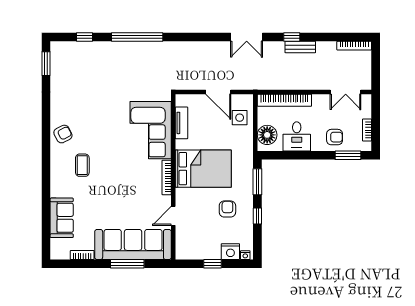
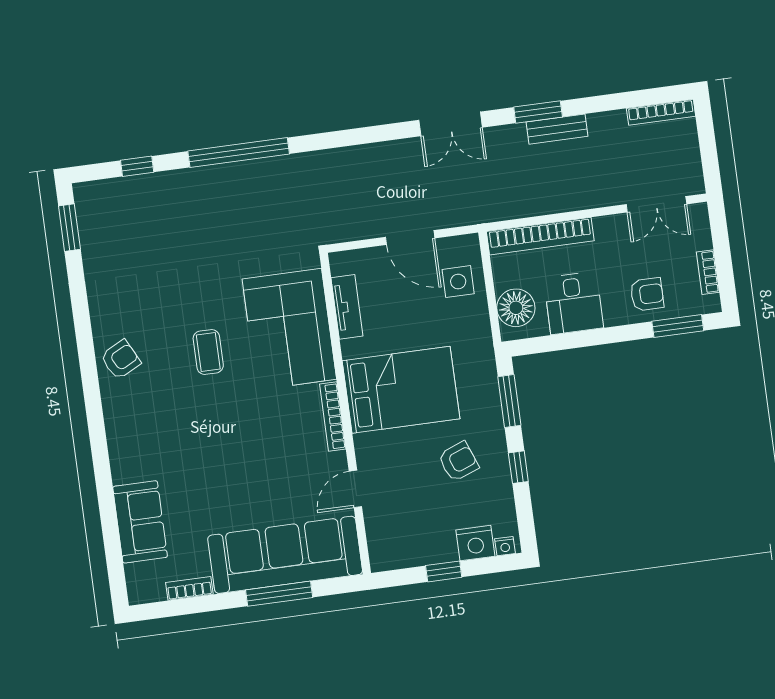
window: (292, 37) -> (538, 112), width x1.50
coffee table: (82, 165) -> (208, 352), moved
armchair: (227, 209) -> (458, 461), turned 69

